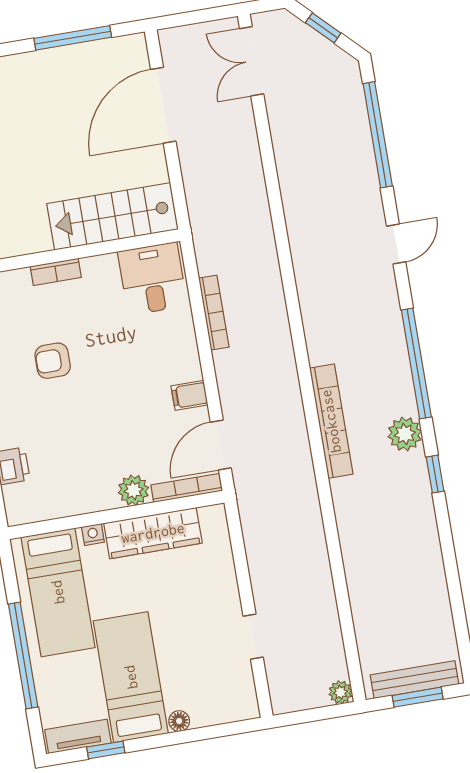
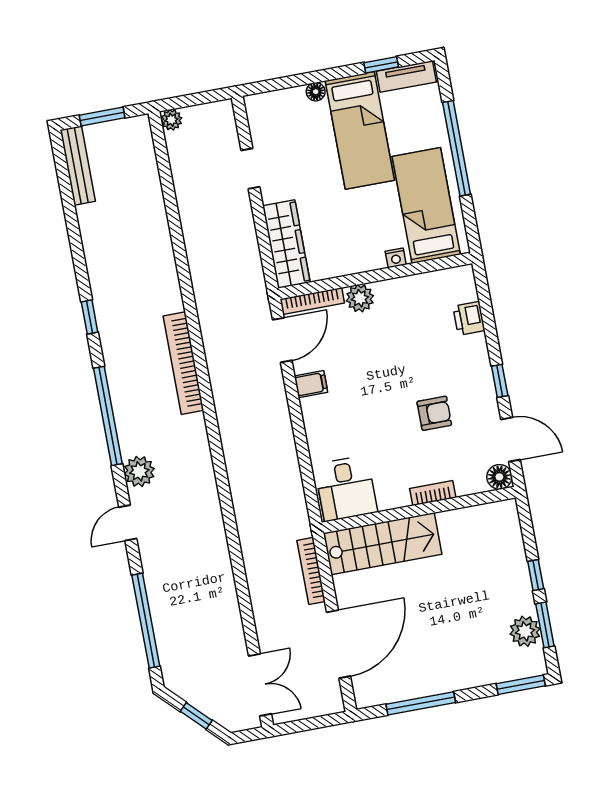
bookcase: (214, 313) -> (311, 571), moved
plant: (405, 434) -> (139, 471), moved
wardrobe: (153, 533) -> (286, 244), moved, turned 90
bench: (415, 680) -> (78, 166), moved, turned 90

